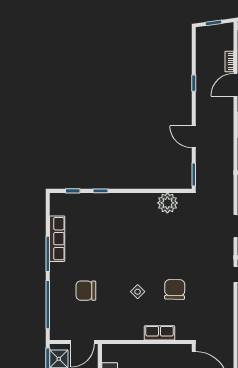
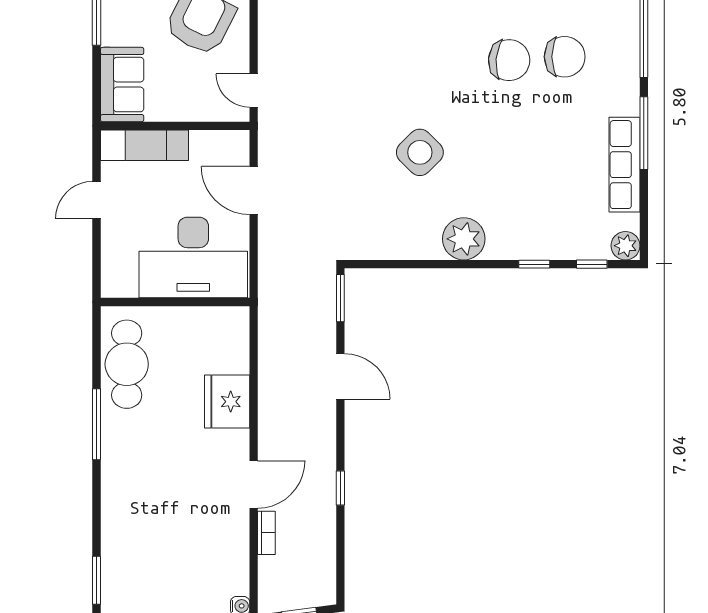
plant: (57, 200) -> (625, 246), added
plant: (167, 203) -> (464, 239), moved
chair: (175, 289) -> (509, 60), moved, turned -86
side table: (138, 292) -> (420, 152), moved, width x1.87, depth x1.87

